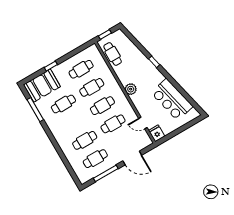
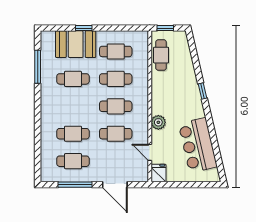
booth: (42, 86) -> (76, 44), moved
plant: (131, 89) -> (158, 122), moved

